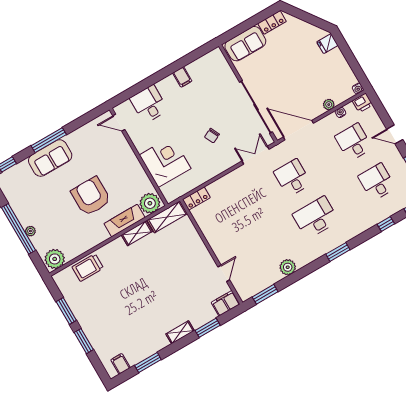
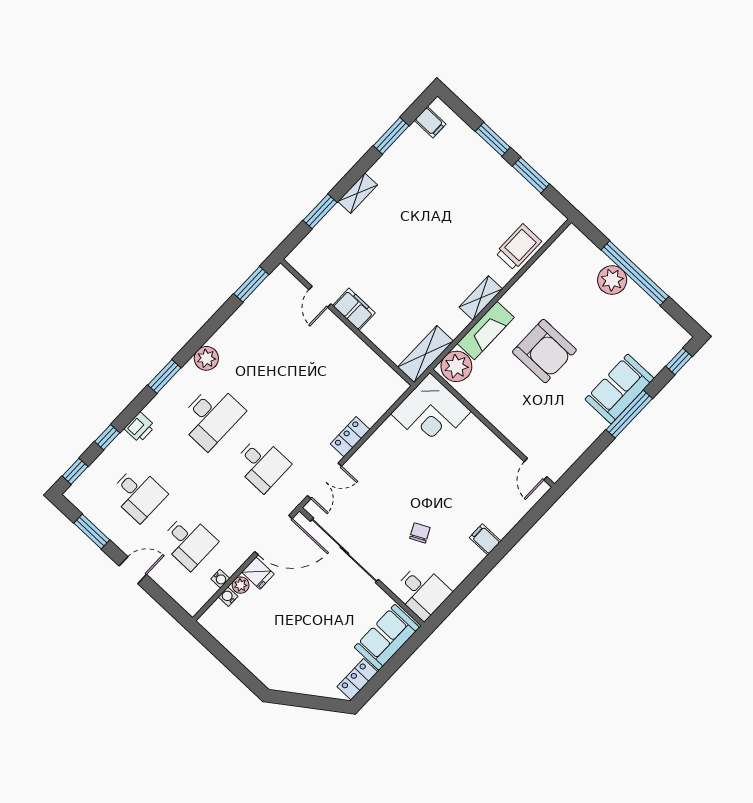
fridge: (327, 44) -> (258, 573), moved, turned 90
filing cabinet: (182, 77) -> (485, 539), moved
water cooler: (358, 89) -> (228, 597), moved
printer: (362, 103) -> (140, 427), moved, turned 180
desk: (149, 104) -> (422, 592), moved
door: (119, 123) -> (536, 469), swing flipped
chair: (212, 136) -> (420, 533), moved
corner desk: (165, 162) -> (431, 413), moved
locker: (196, 198) -> (350, 437), moved
plant: (30, 231) -> (612, 280), width x1.88, depth x1.88
shelving: (137, 233) -> (481, 298), moved
plant: (55, 259) -> (570, 245), removed
plant: (288, 267) -> (206, 358), moved
filing cabinet: (226, 303) -> (354, 309), moved, turned -90

